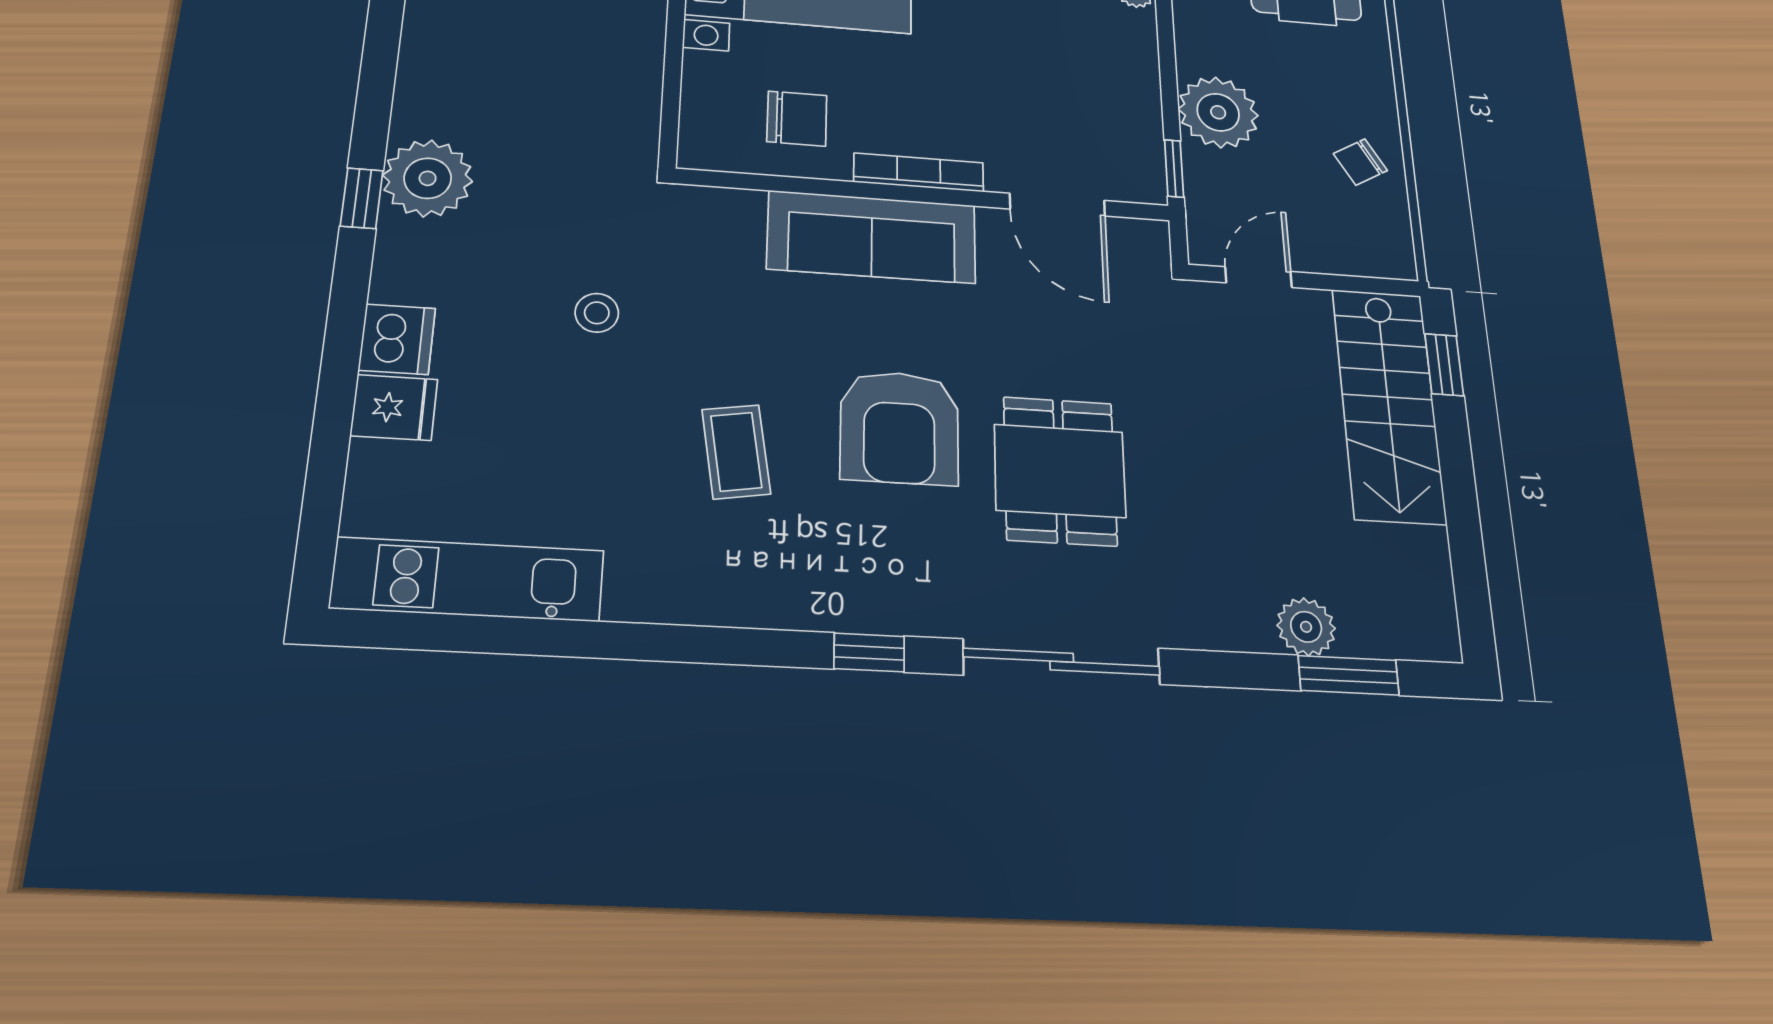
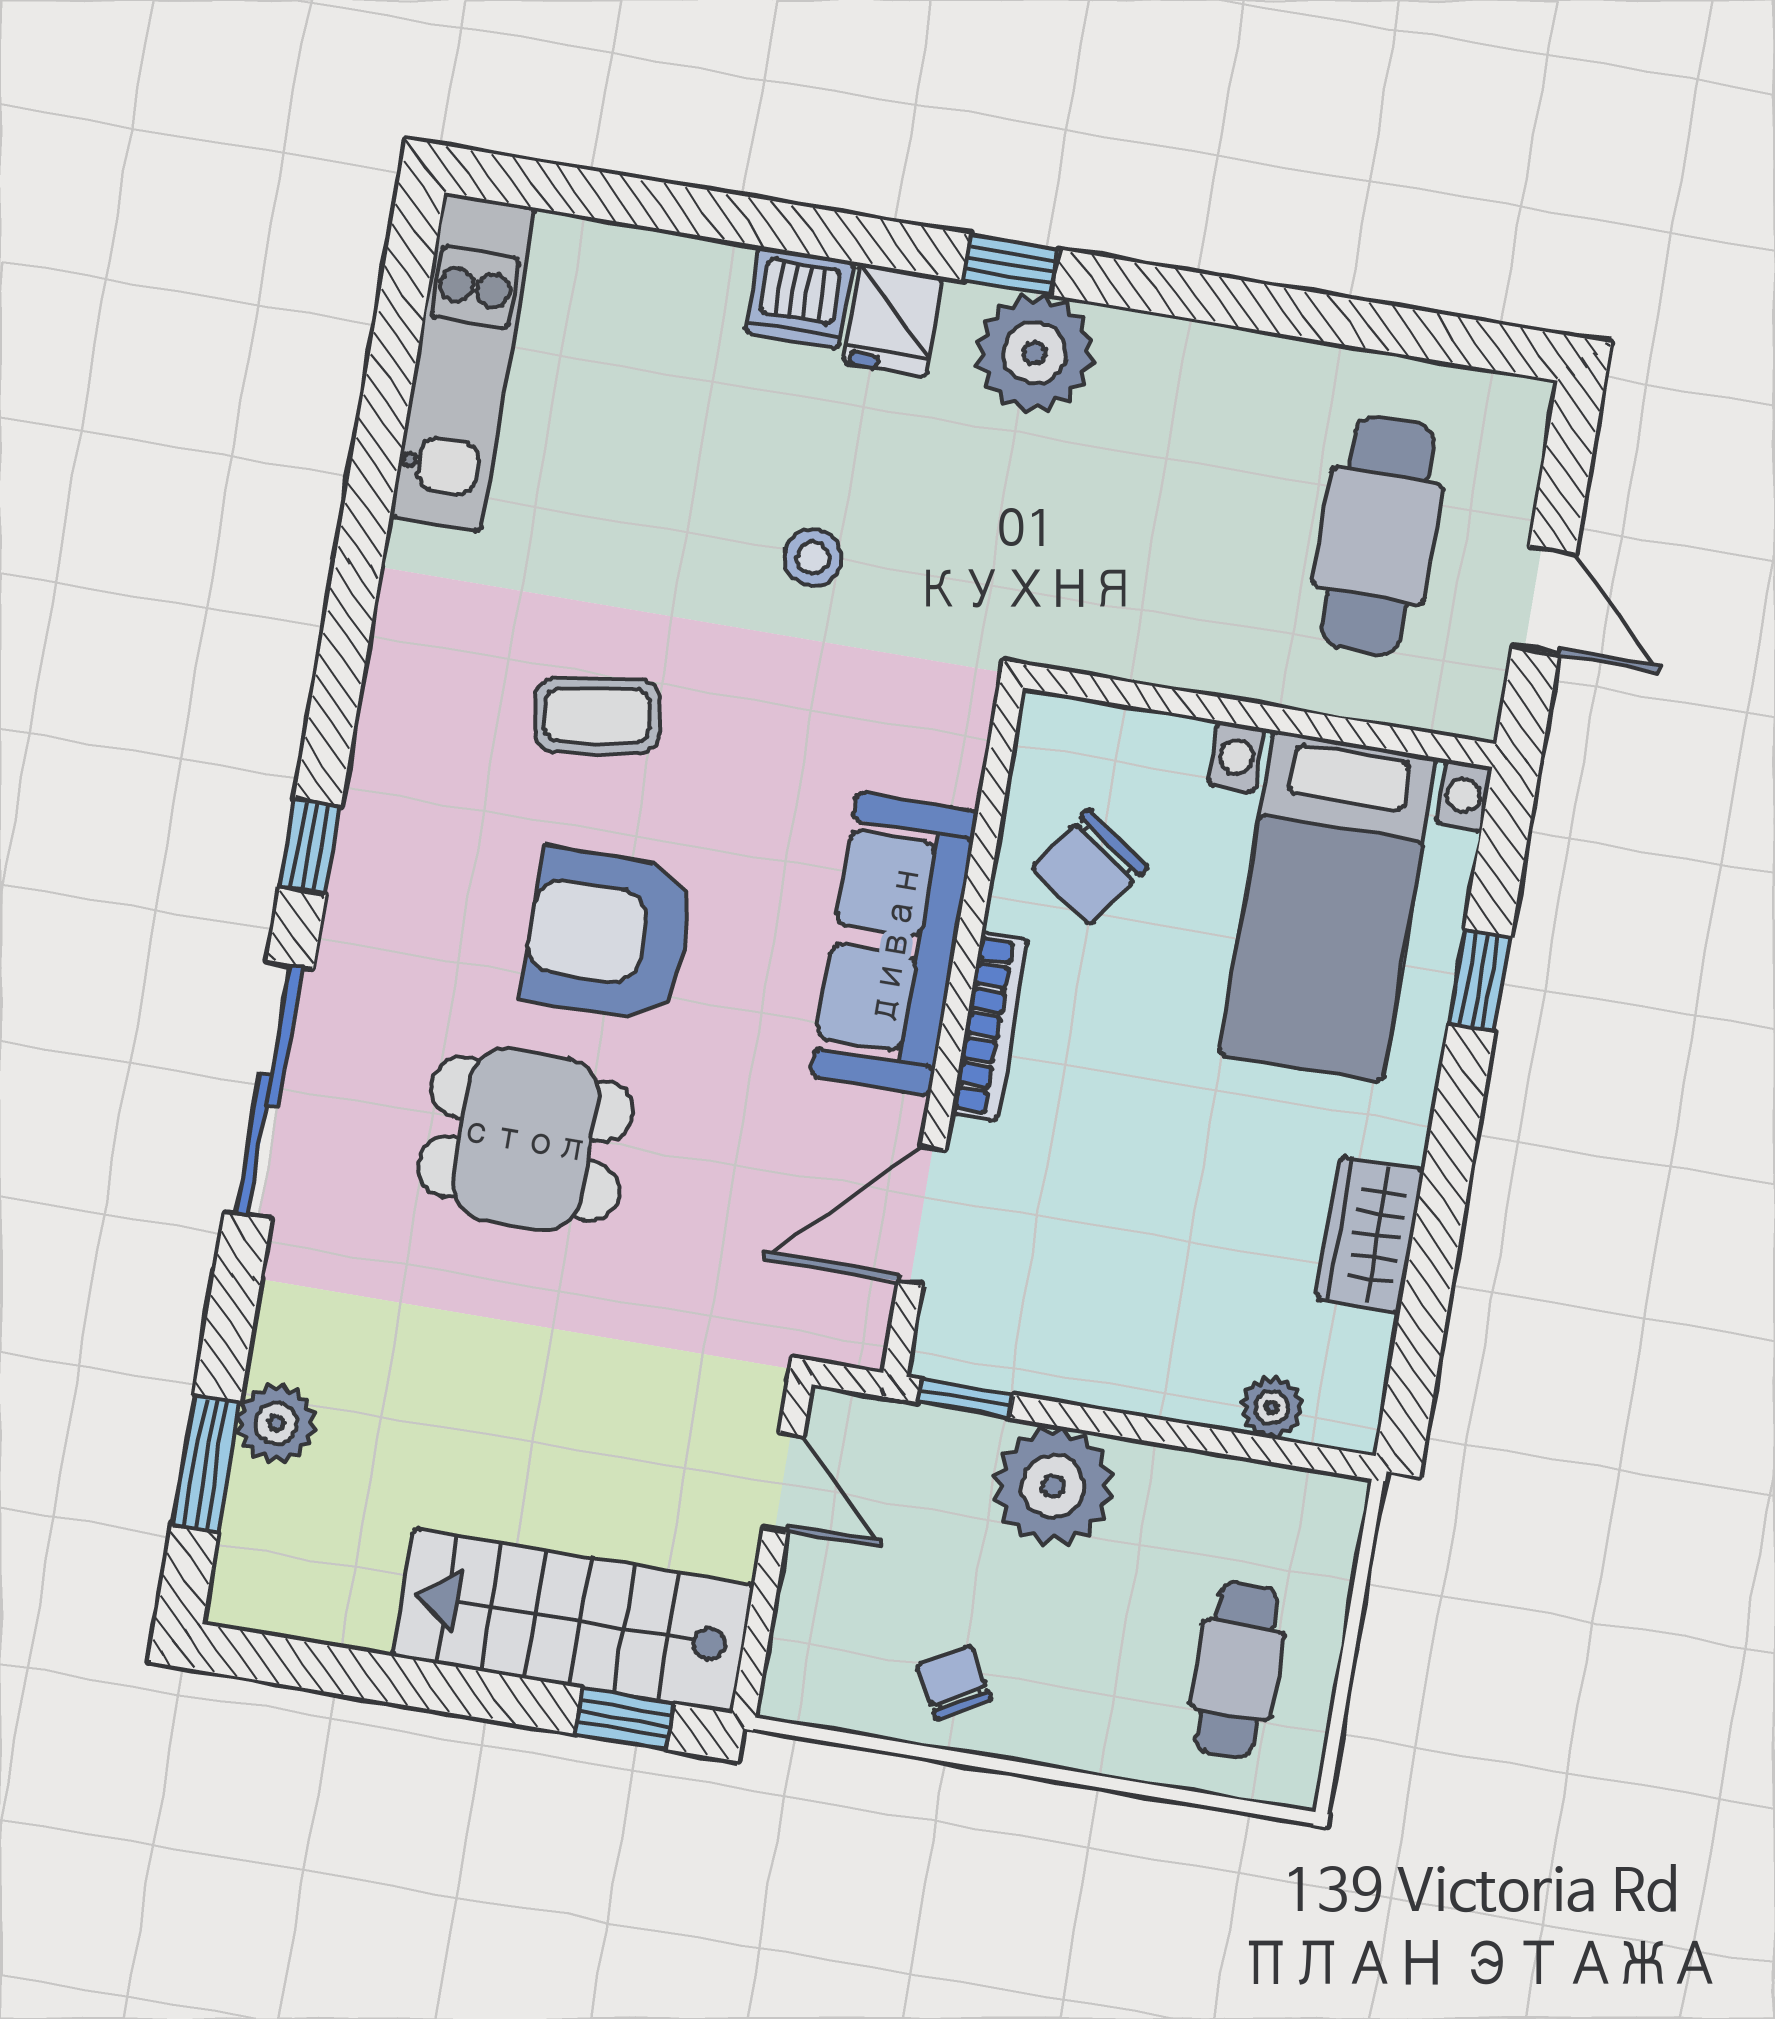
chair: (797, 119) -> (1090, 867), turned 35
fridge: (394, 407) -> (893, 320), moved

